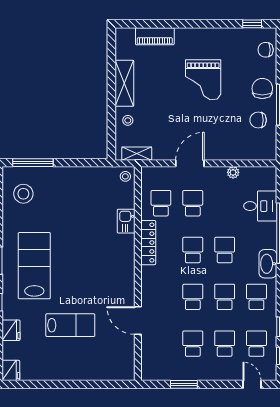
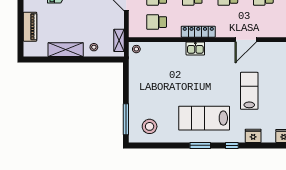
kitchen sink: (126, 221) -> (195, 48), moved
locker: (148, 243) -> (198, 32), moved

